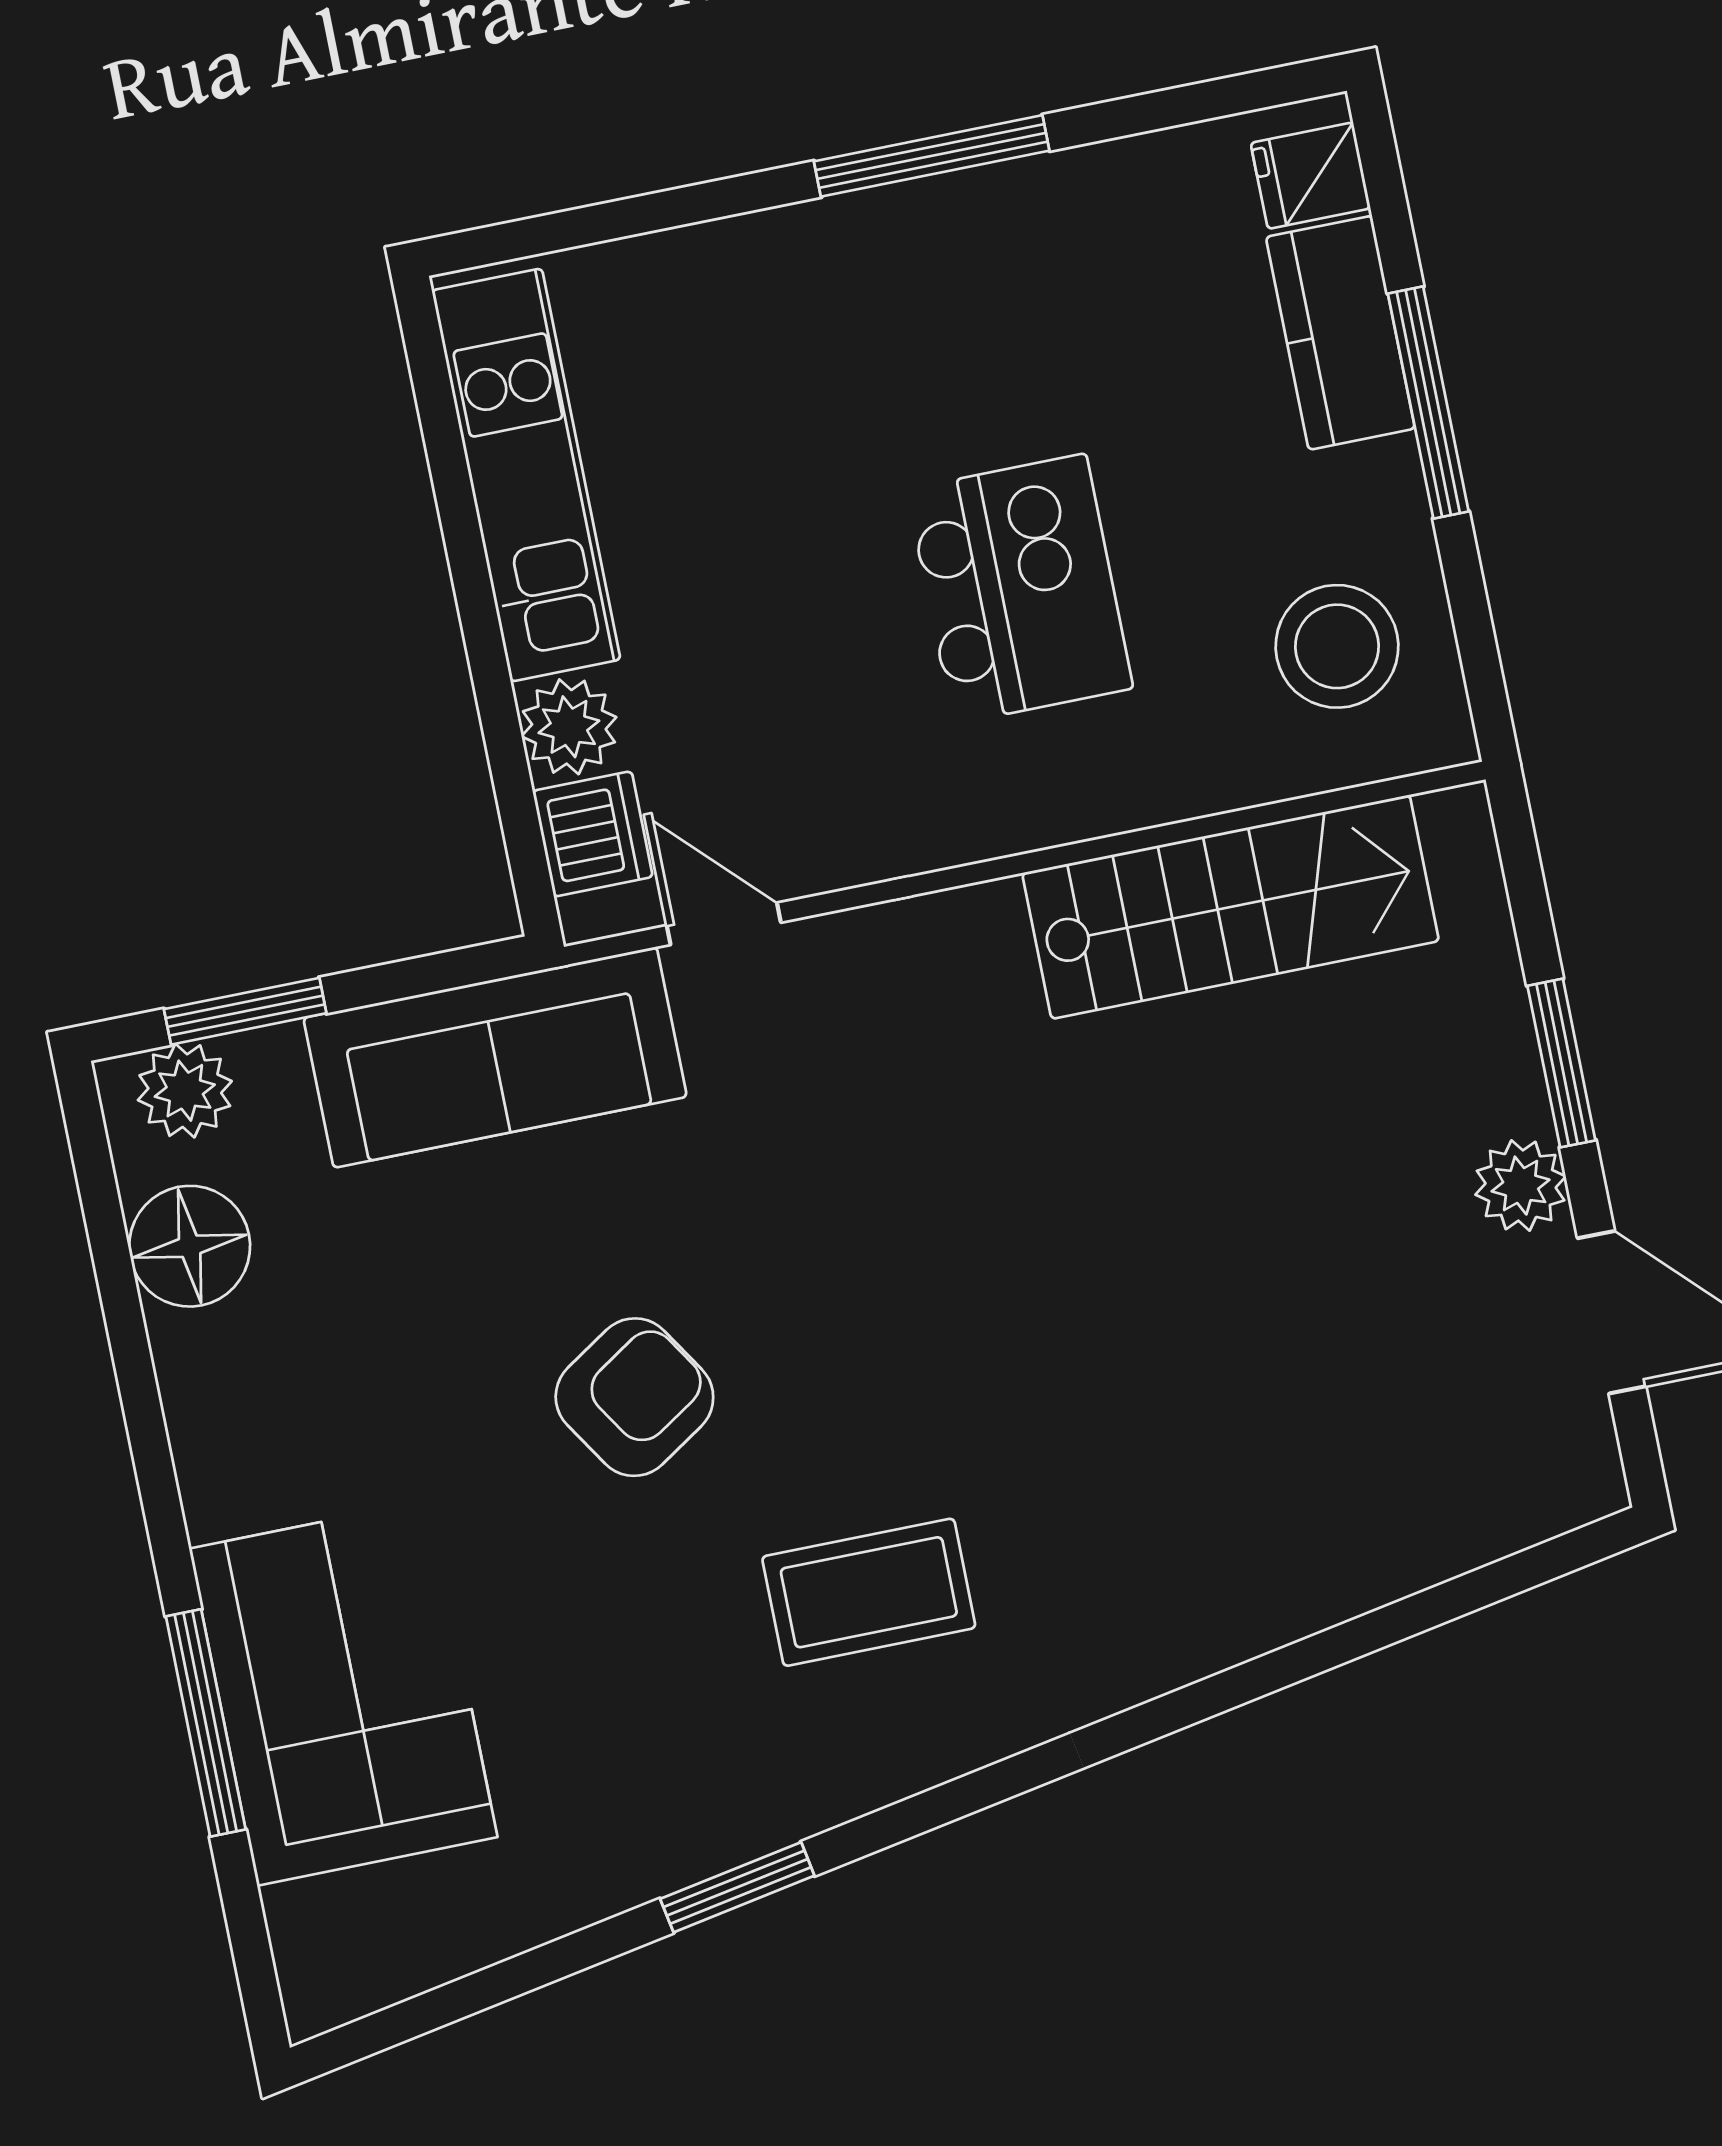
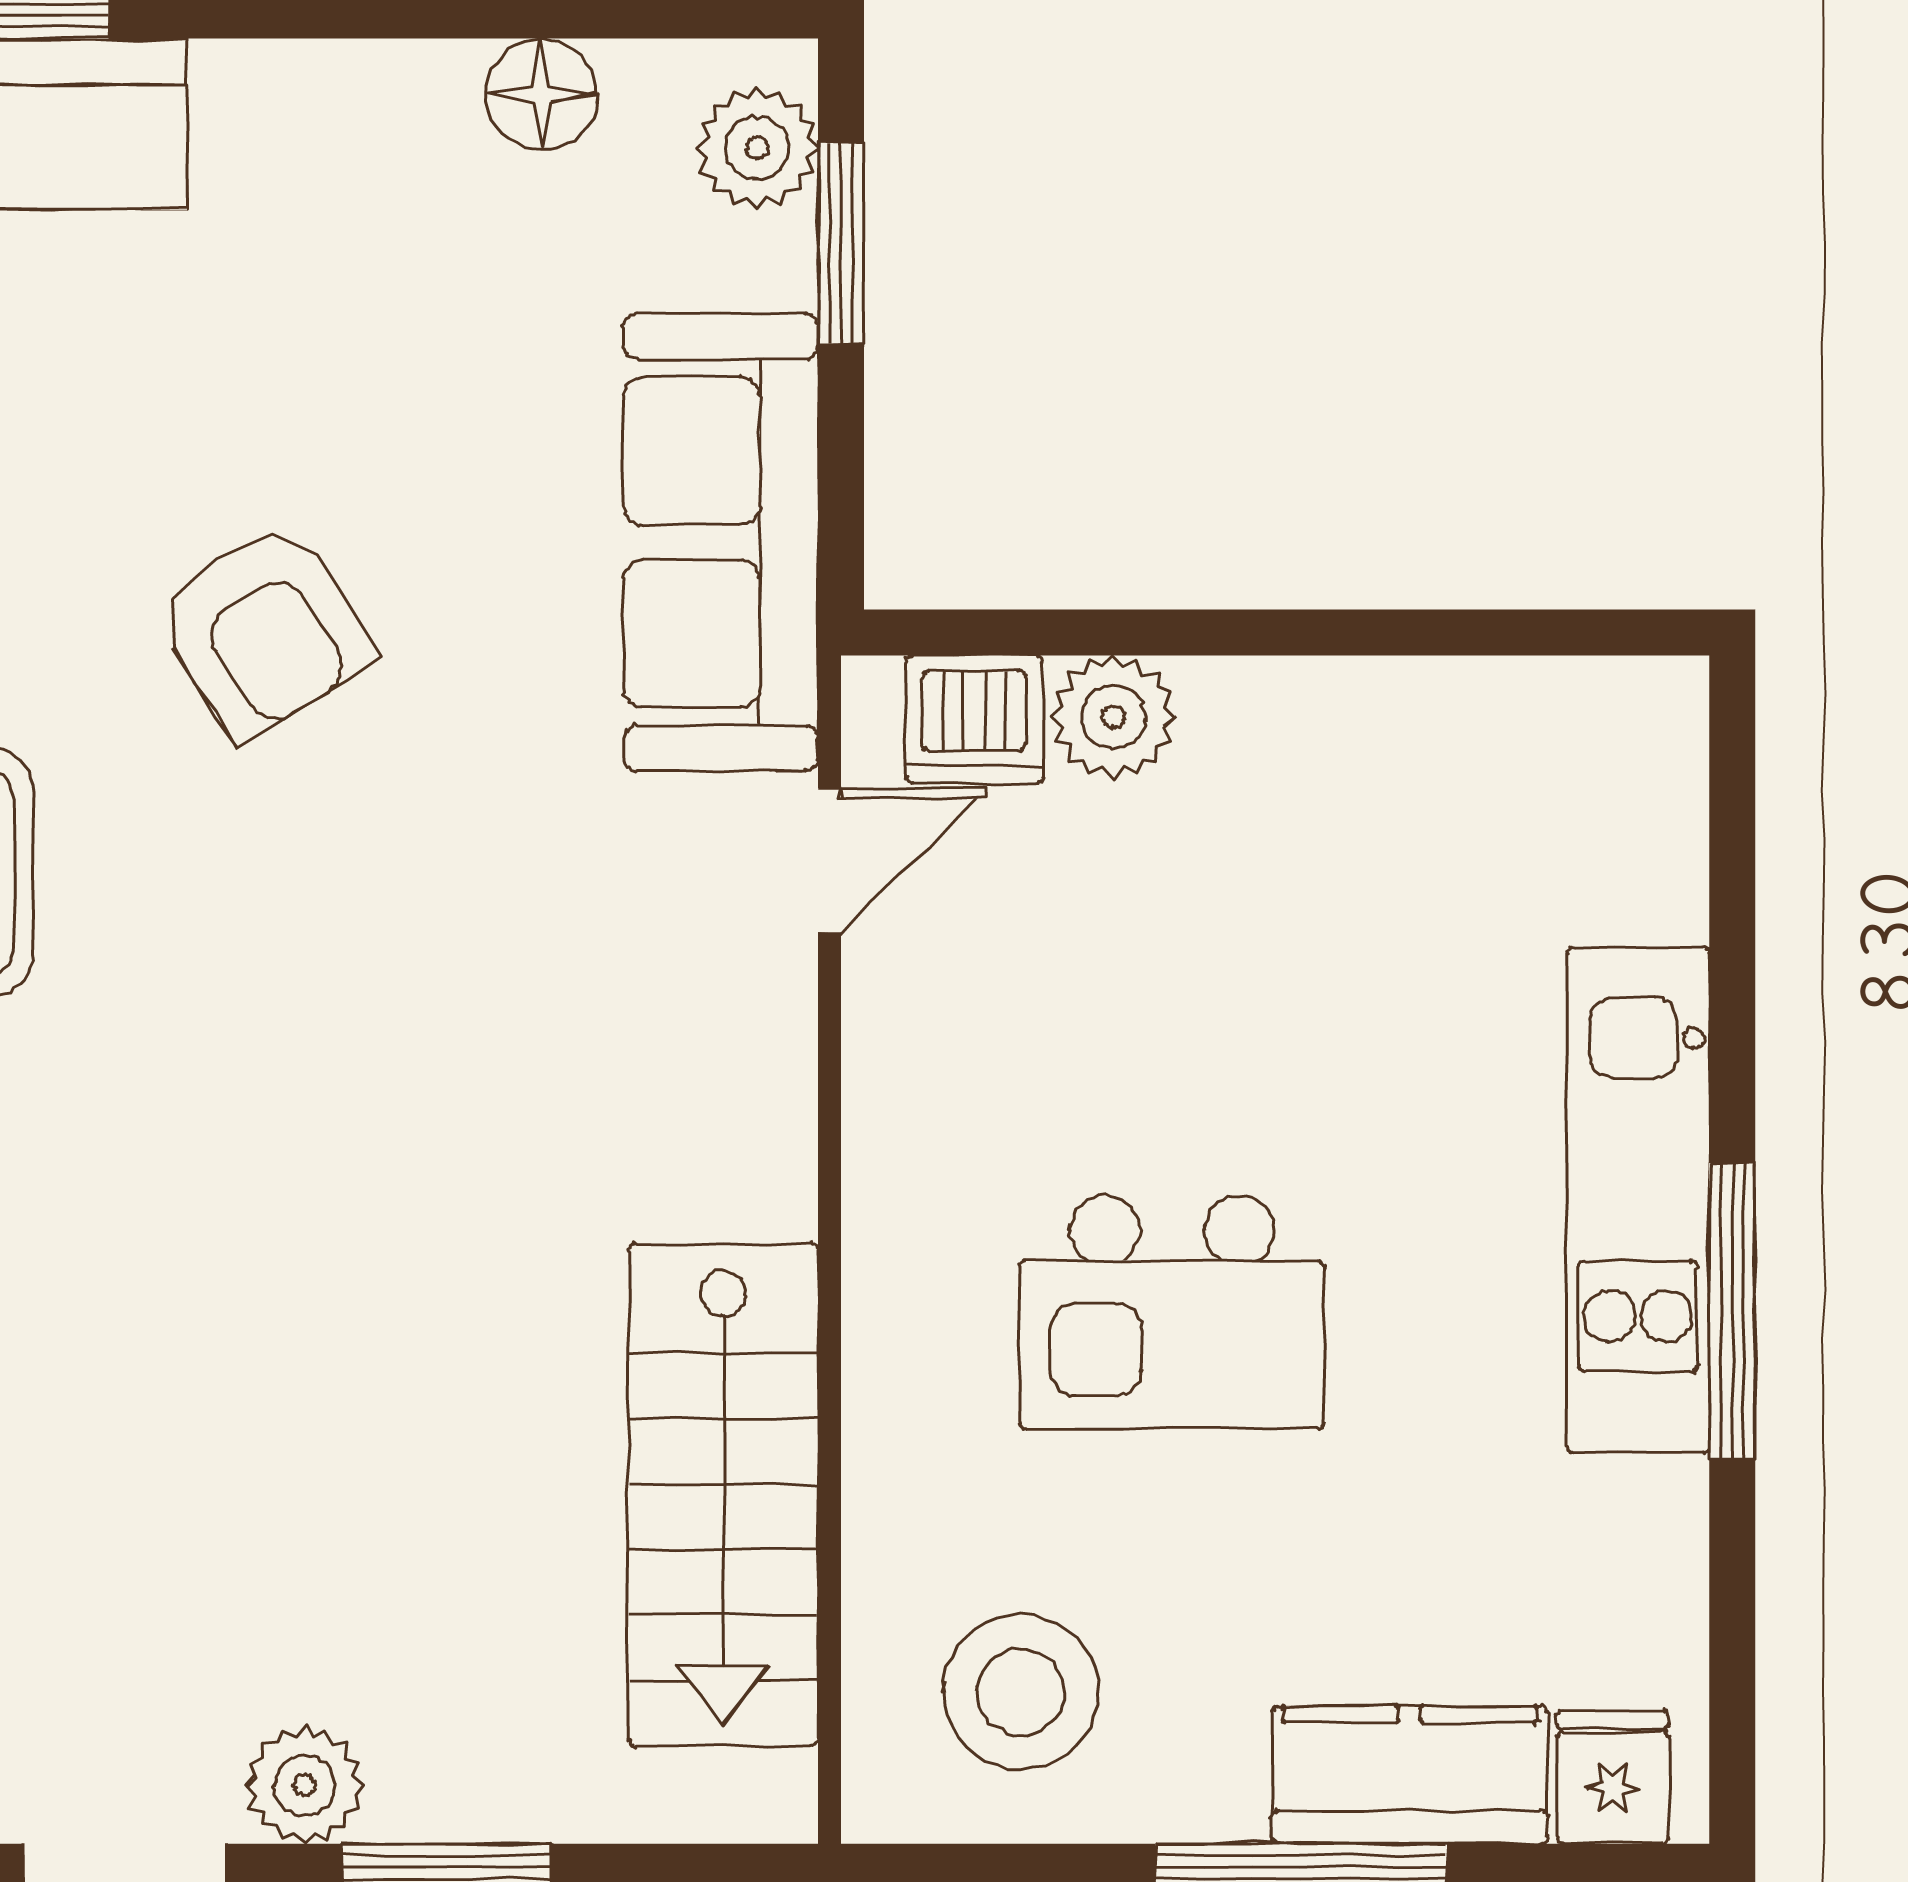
kitchen unit: (526, 475) -> (1638, 1200), moved, turned 90
floor lamp: (190, 1246) -> (542, 94), width x0.73, depth x0.73

